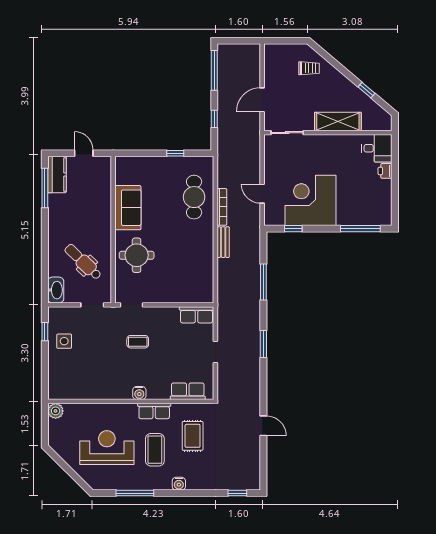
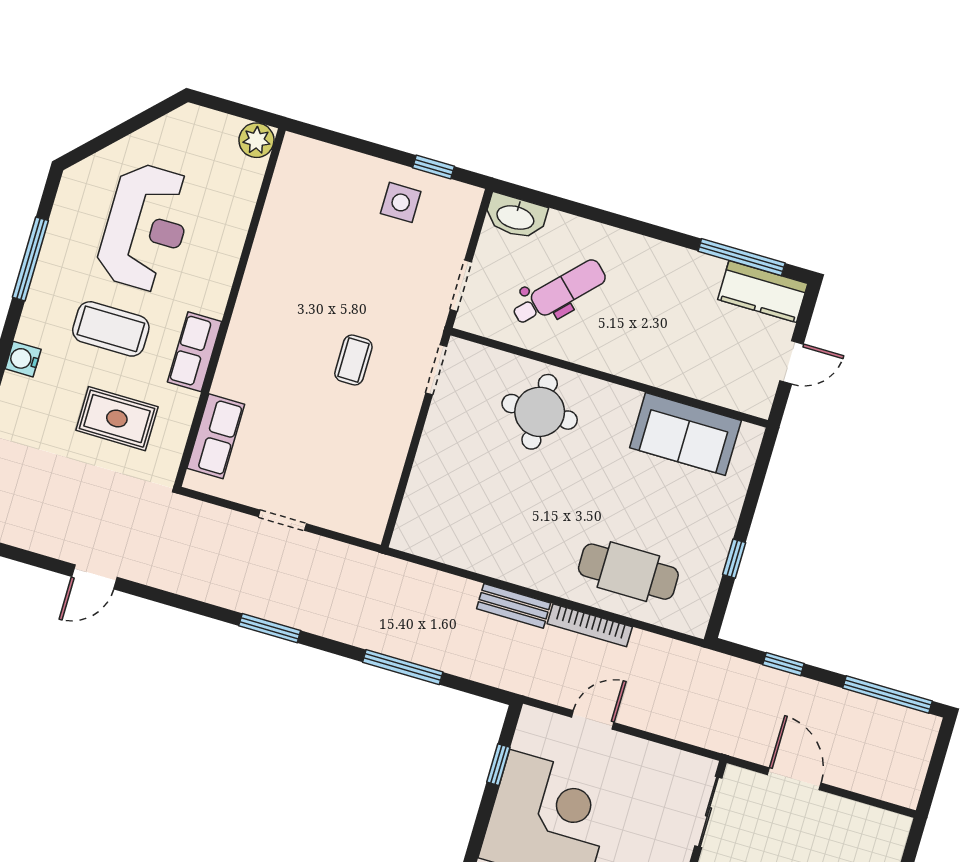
sofa: (128, 208) -> (685, 434), moved
row of seats: (197, 315) -> (374, 503), removed
water cooler: (139, 393) -> (242, 331), removed

